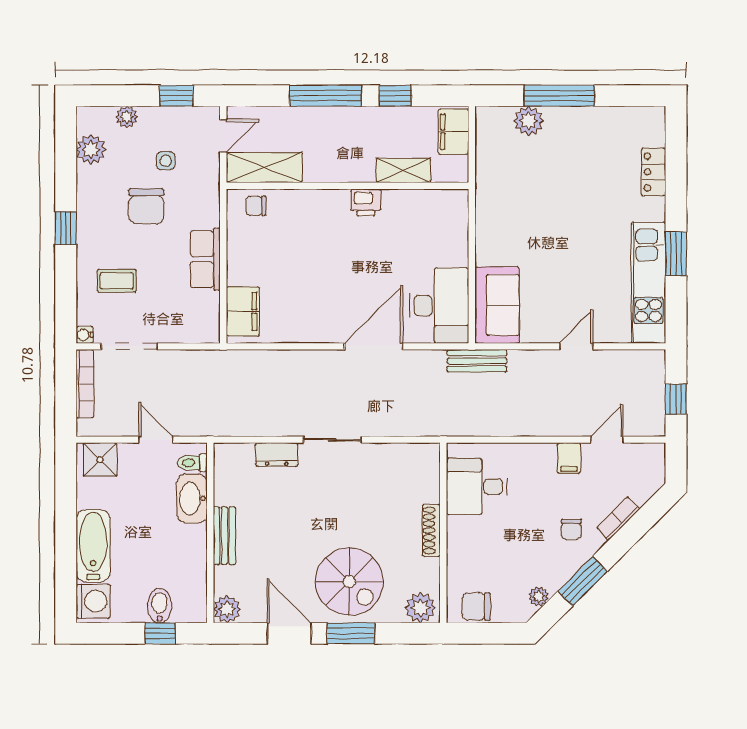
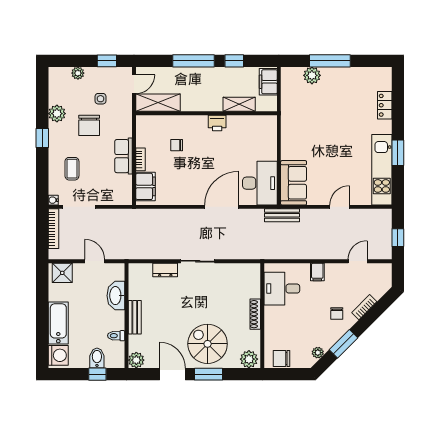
plant: (91, 149) -> (57, 114), moved
chair: (256, 206) -> (177, 145), moved
bookcase: (234, 265) -> (140, 159), added
coffee table: (117, 281) -> (72, 169), turned 90
filing cabinet: (569, 458) -> (317, 272), moved
toilet: (192, 463) -> (116, 336), moved
spiral stairs: (349, 581) -> (208, 344), turned 180

